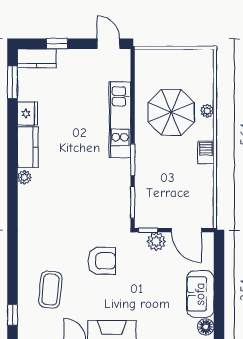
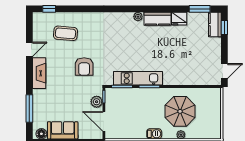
window: (57, 44) -> (224, 27), moved
kitchen unit: (120, 120) -> (138, 78), moved
door: (186, 230) -> (104, 121), hinge flipped

